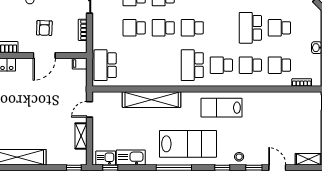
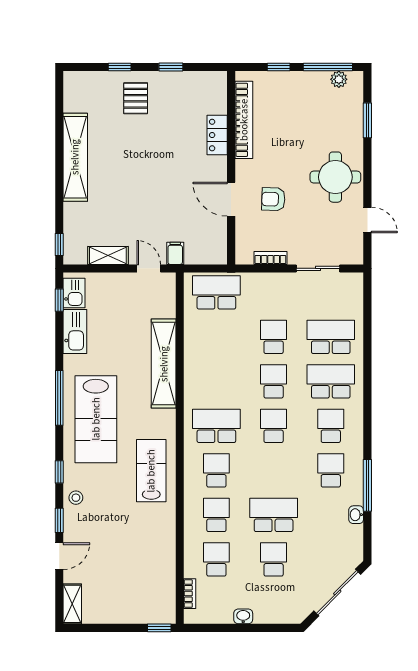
filing cabinet: (80, 64) -> (175, 253), moved

